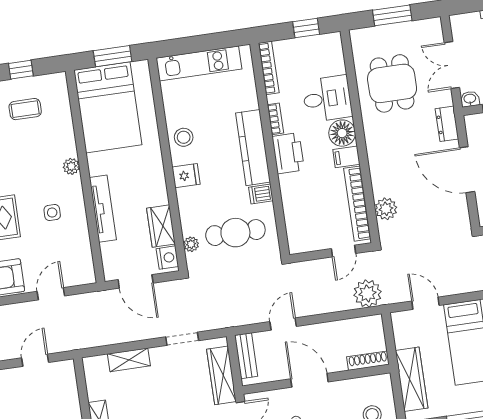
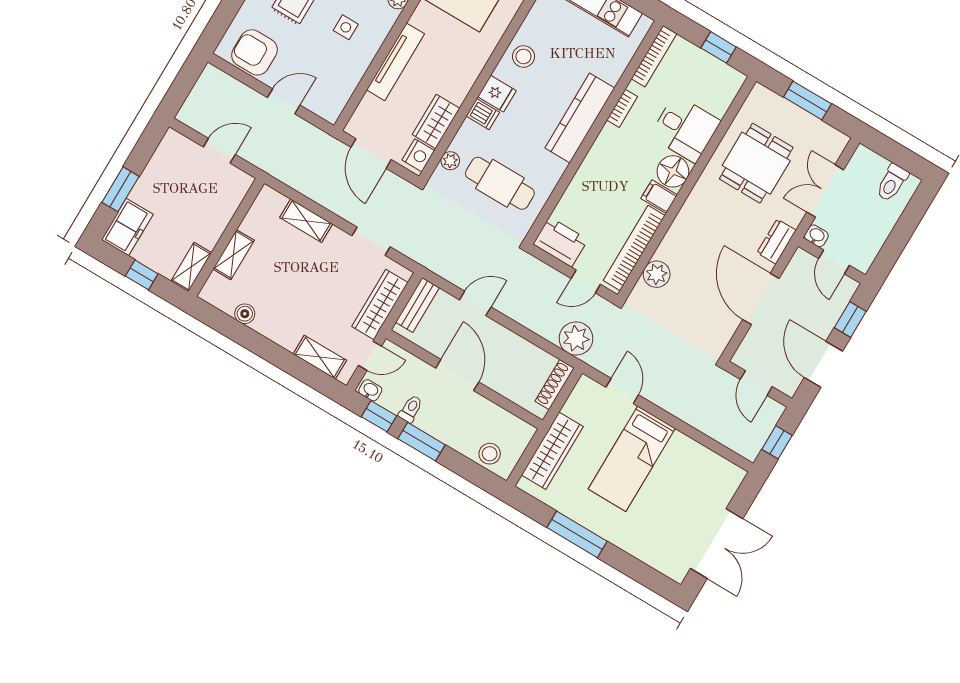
printer: (288, 153) -> (560, 242), moved, turned -90
dishwasher: (261, 194) -> (483, 114), moved, turned 180
shoe rack: (368, 361) -> (555, 385), moved, turned -90

